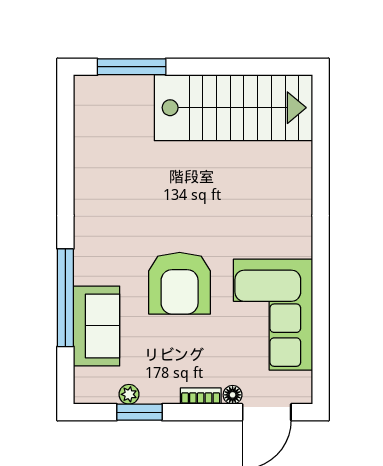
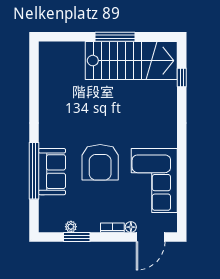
window: (132, 67) -> (115, 37), moved
window: (321, 137) -> (182, 77), added
sofa: (97, 326) -> (52, 172), moved

